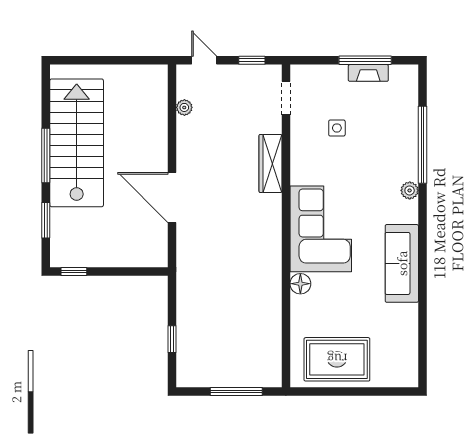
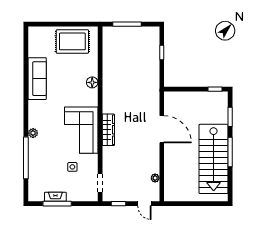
wardrobe: (270, 163) -> (108, 130), moved
corner sofa: (321, 229) -> (81, 130), moved
sofa: (402, 263) -> (37, 79), moved

